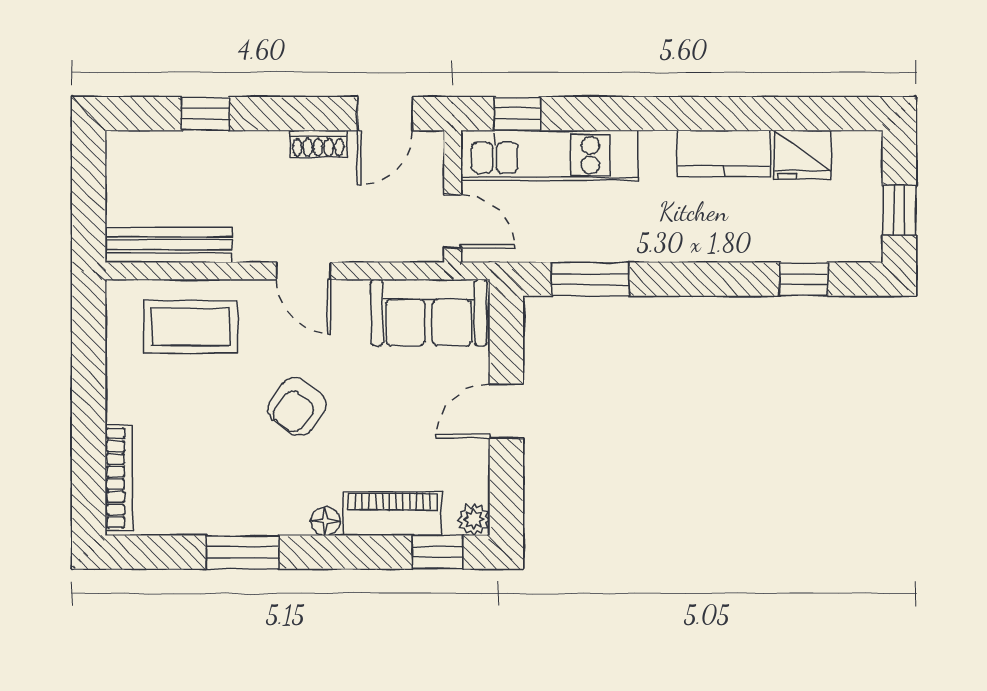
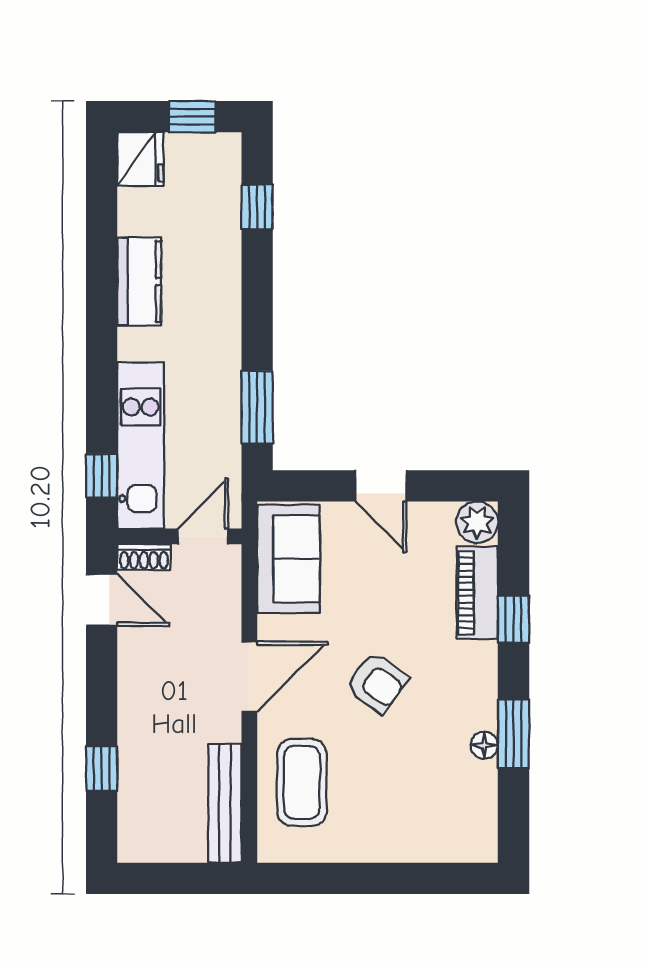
shoe rack: (318, 144) -> (144, 557), moved, turned 90
fridge: (803, 155) -> (140, 159), moved
door: (303, 271) -> (249, 676), width x1.38
bookcase: (119, 478) -> (444, 850), removed
plant: (474, 519) -> (477, 522), width x1.38, depth x1.38
floor lamp: (326, 521) -> (484, 745), moved
window: (438, 552) -> (514, 619), moved

